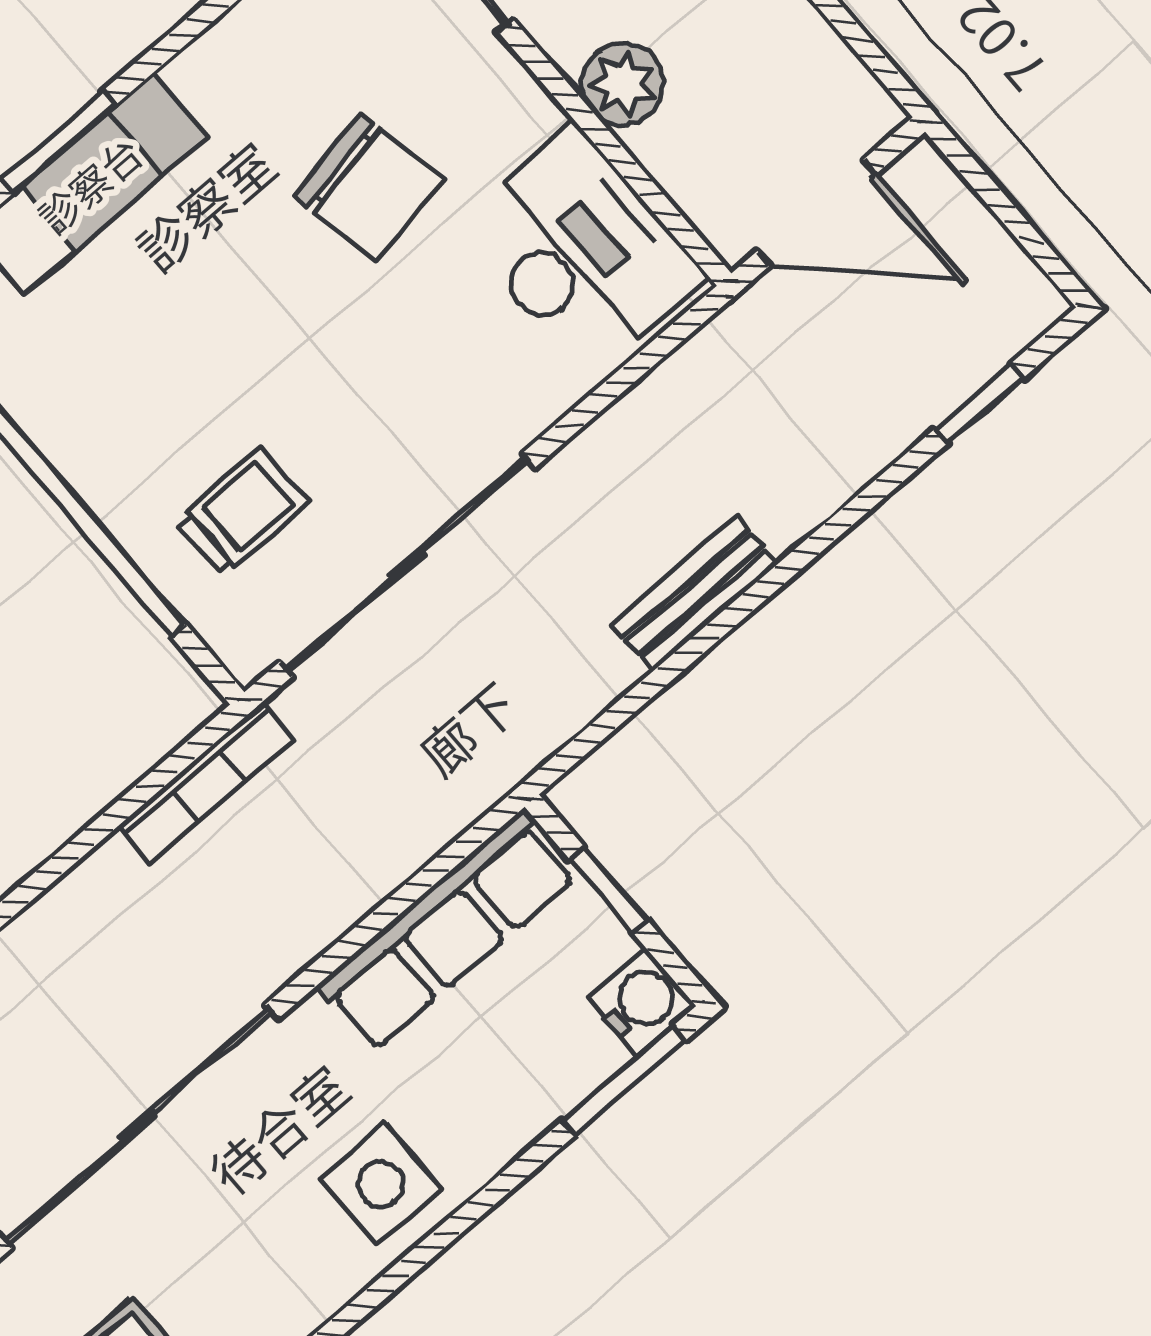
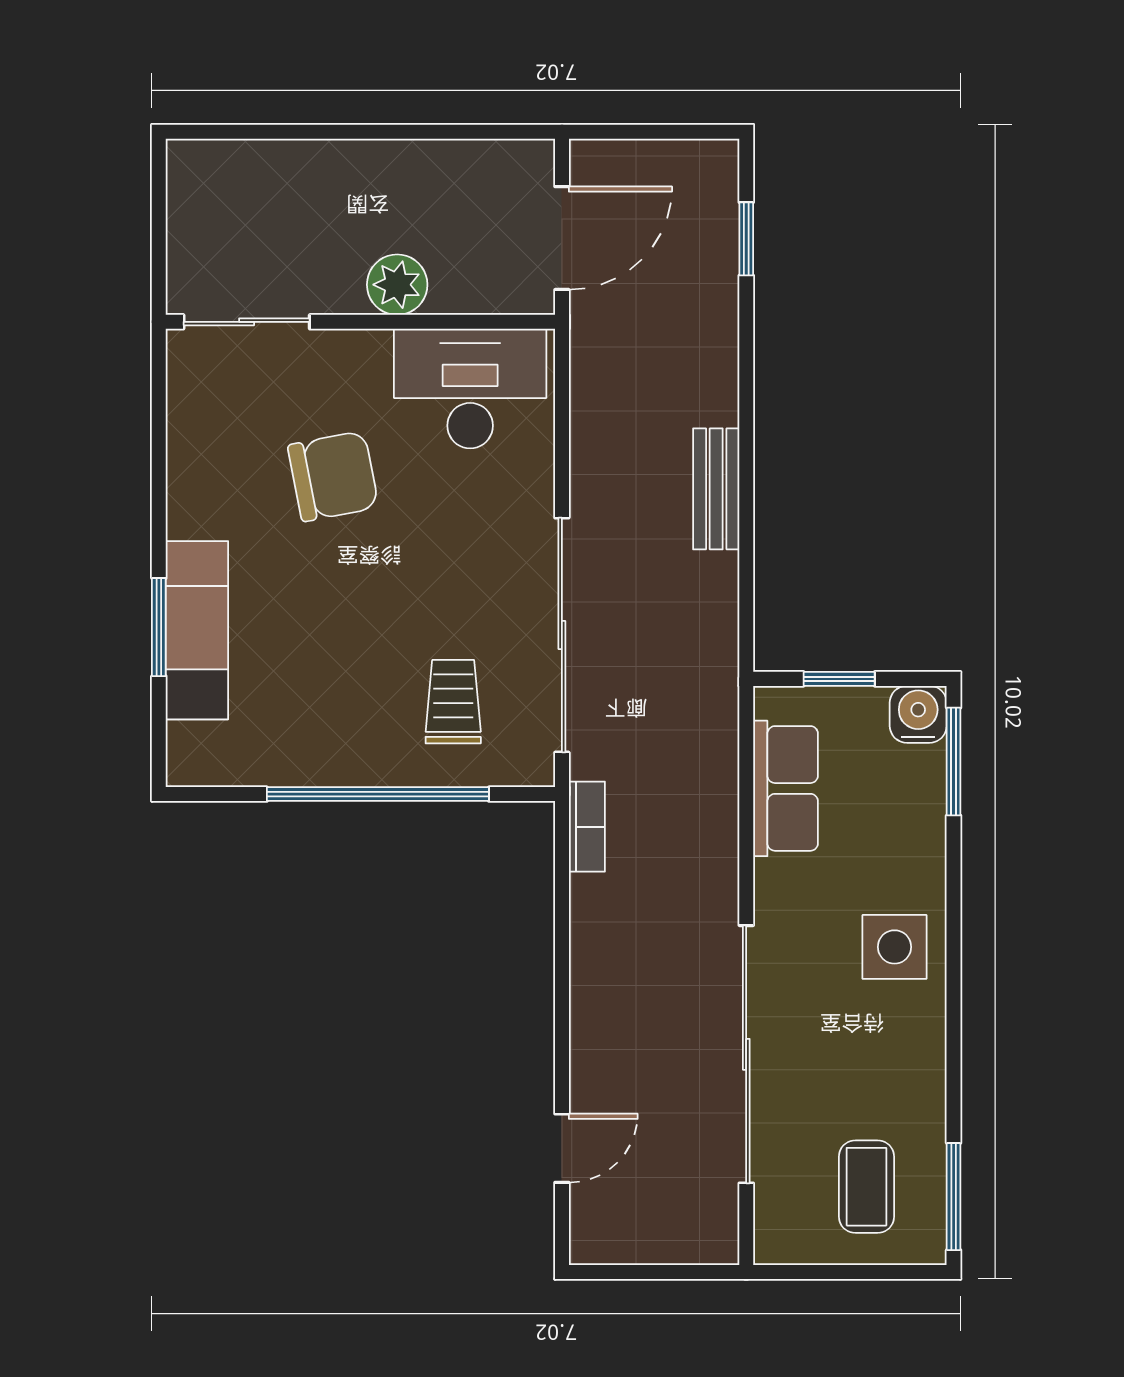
bookcase: (206, 783) -> (587, 827), width x0.64
row of seats: (448, 931) -> (786, 788), width x0.68

